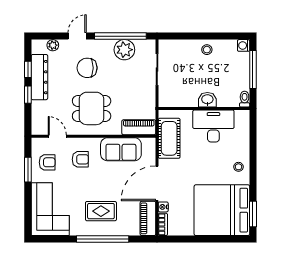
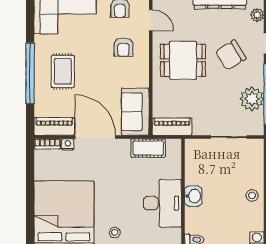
chair: (87, 68) -> (231, 55), turned -121
dining table: (92, 108) -> (183, 60), turned 90
piano: (139, 127) -> (172, 127), moved, turned -90
door: (57, 136) -> (151, 20), hinge flipped
cot: (169, 138) -> (148, 148), width x0.73, depth x0.75
sofa: (121, 149) -> (135, 112), moved

